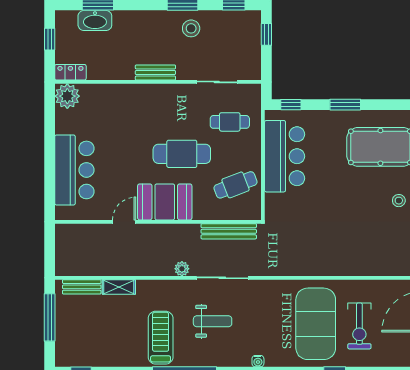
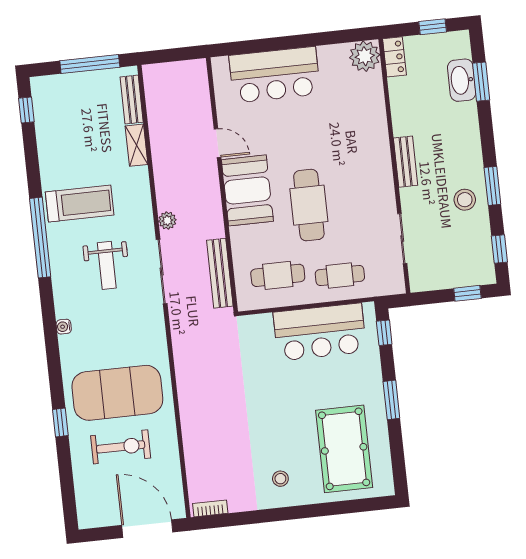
cafe table: (230, 122) -> (340, 276), moved, turned 90
cafe table: (236, 185) -> (278, 275), turned -69
exercise bike: (359, 326) -> (121, 447), turned 180

